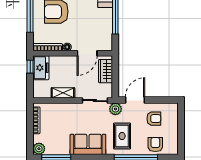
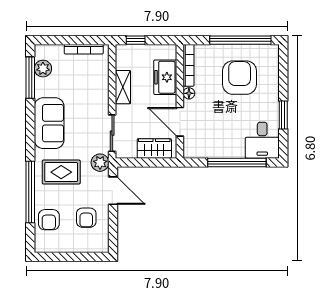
window: (30, 67) -> (136, 40), moved
freezer: (41, 68) -> (165, 77), moved, turned 90
armchair: (155, 145) -> (49, 220), turned 90
plant: (39, 149) -> (43, 69), moved

